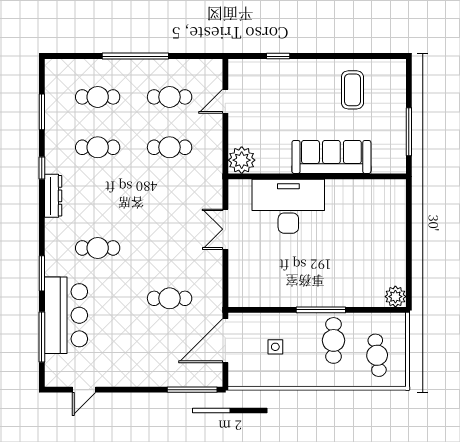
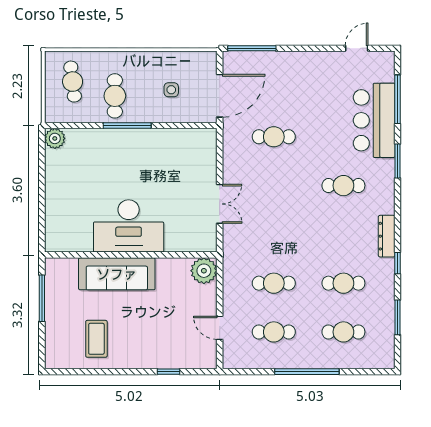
door: (225, 101) -> (220, 328), swing flipped
desk: (288, 206) -> (129, 226), moved

